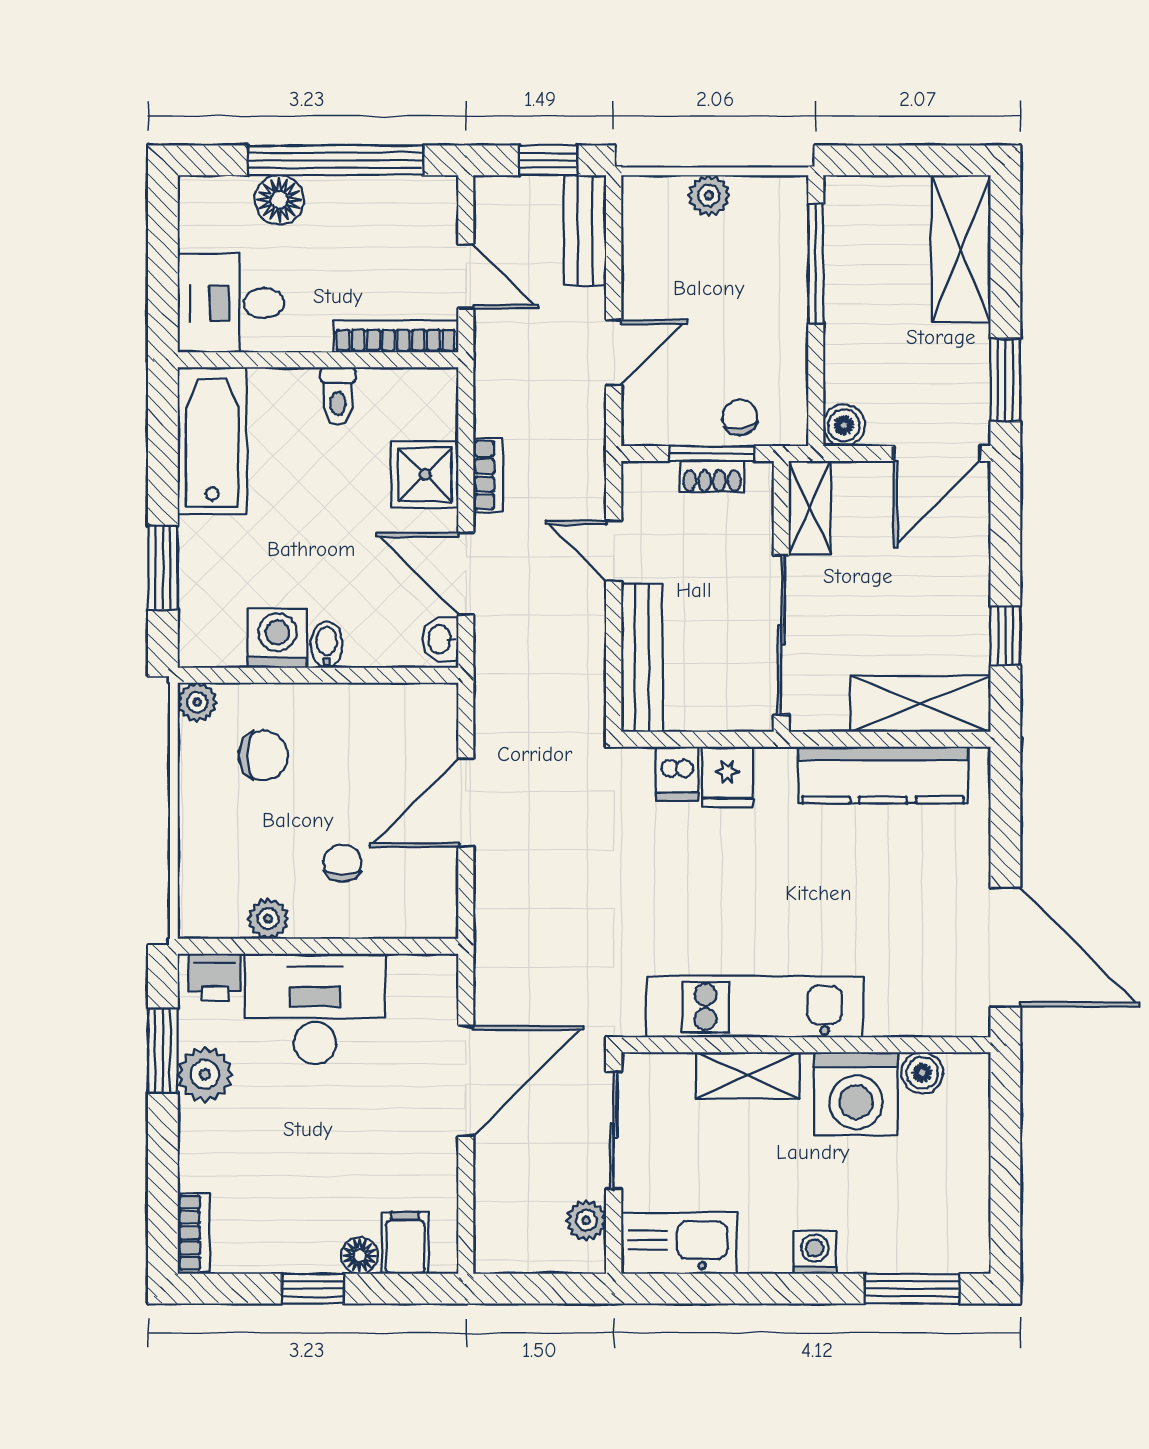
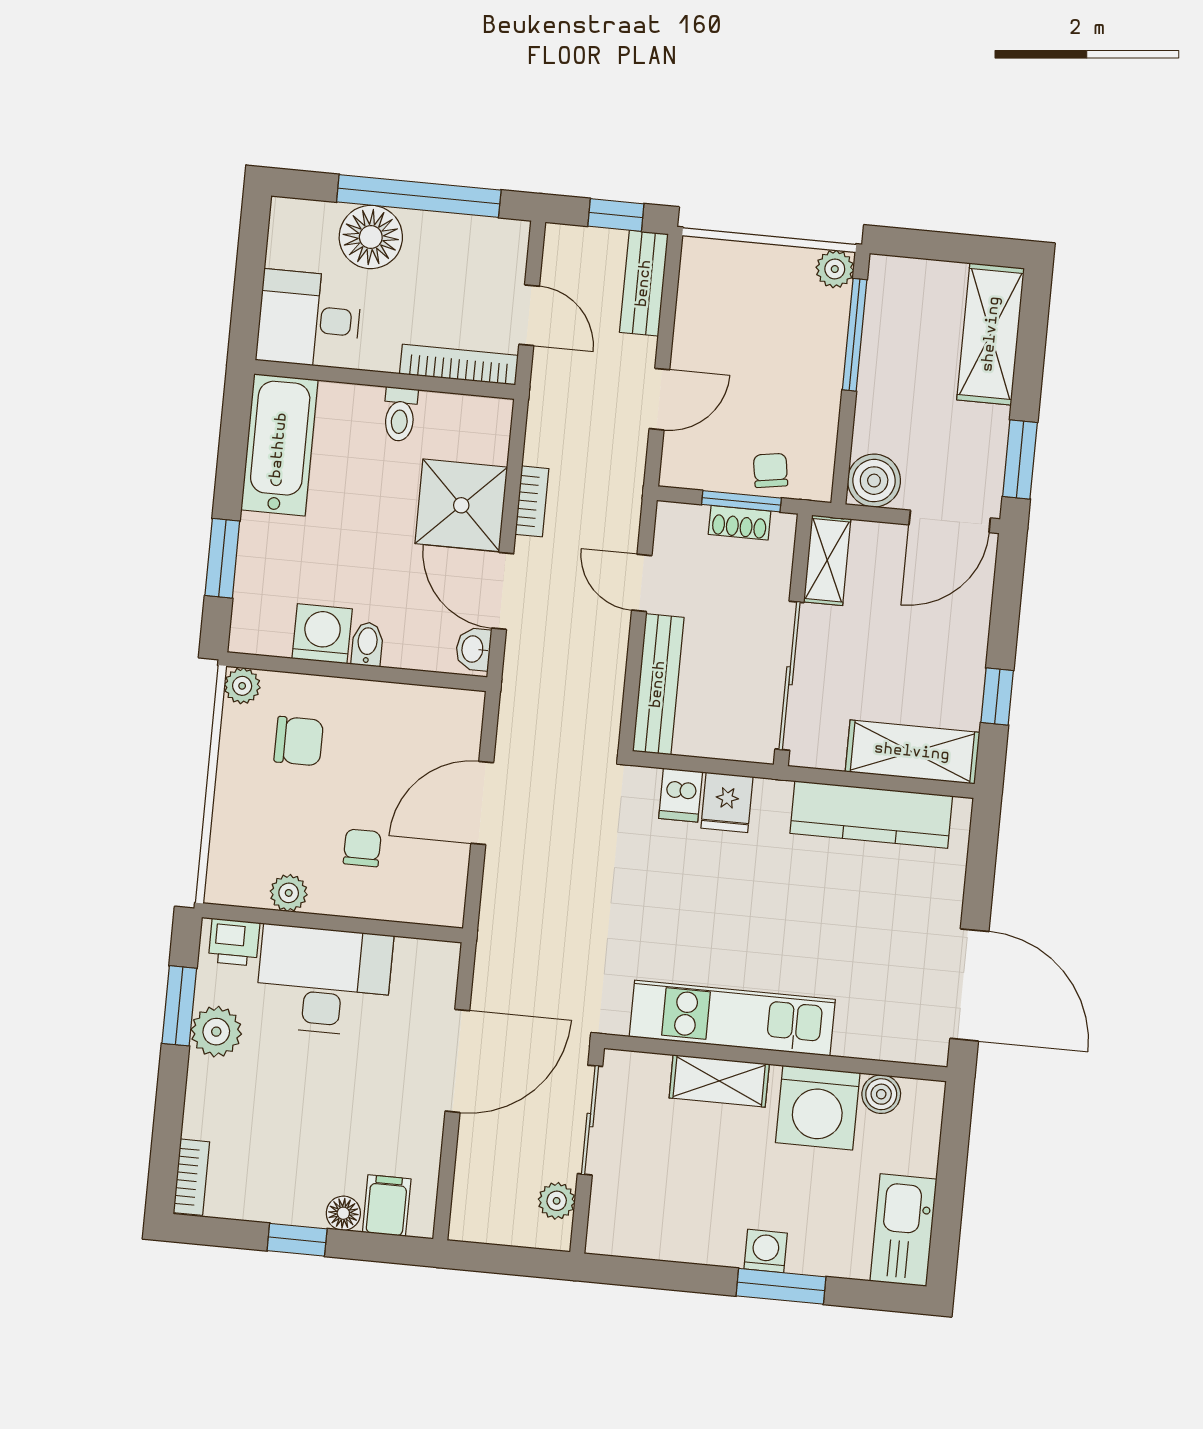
plant: (709, 196) -> (835, 269), moved
floor lamp: (279, 200) -> (371, 237), width x1.38, depth x1.38
boiler: (844, 425) -> (874, 481), width x1.36, depth x1.36
shower: (425, 474) -> (461, 505), width x1.36, depth x1.36
kitchen sink: (679, 1243) -> (903, 1230), moved, turned -90
window: (912, 1289) -> (781, 1286), moved

